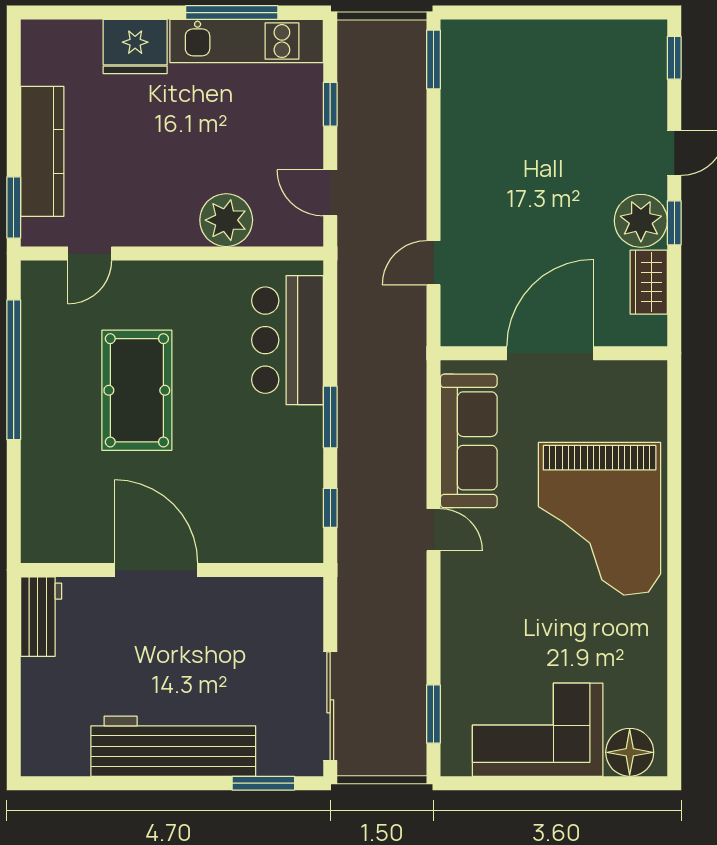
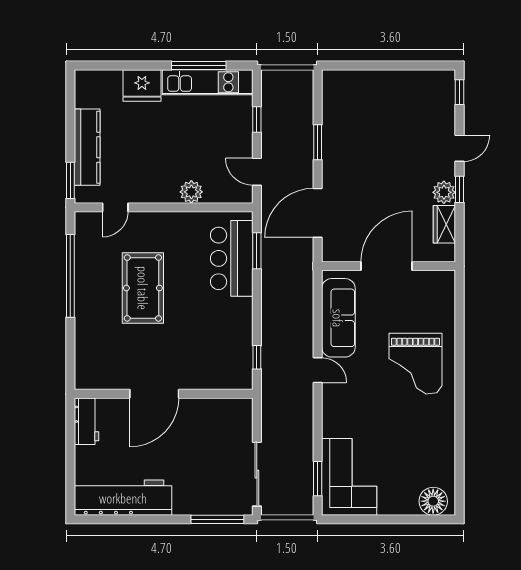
window: (433, 59) -> (318, 142), moved
plant: (226, 220) -> (191, 192), width x0.73, depth x0.73
plant: (641, 221) -> (444, 192), width x0.73, depth x0.73
door: (433, 263) -> (318, 213), width x1.87
window: (330, 417) -> (257, 251), moved
grand piano: (600, 519) -> (415, 364), width x0.73, depth x0.68
door: (156, 570) -> (154, 394), swing flipped
corner sofa: (538, 730) -> (349, 477), moved, turned 90
workbench: (173, 746) -> (123, 498), moved
window: (263, 783) -> (217, 519), width x1.44

